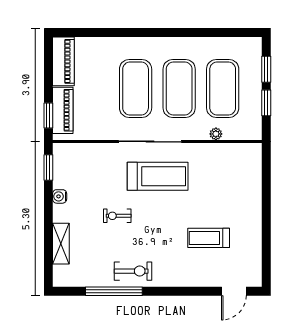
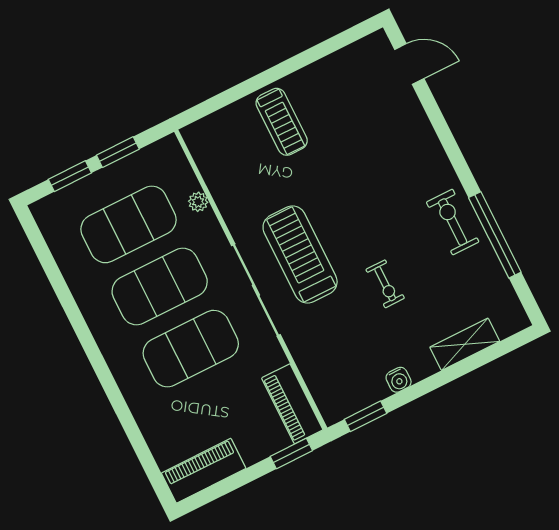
piano: (63, 110) -> (292, 404), moved, turned -90
treadmill: (209, 238) -> (282, 122), moved

